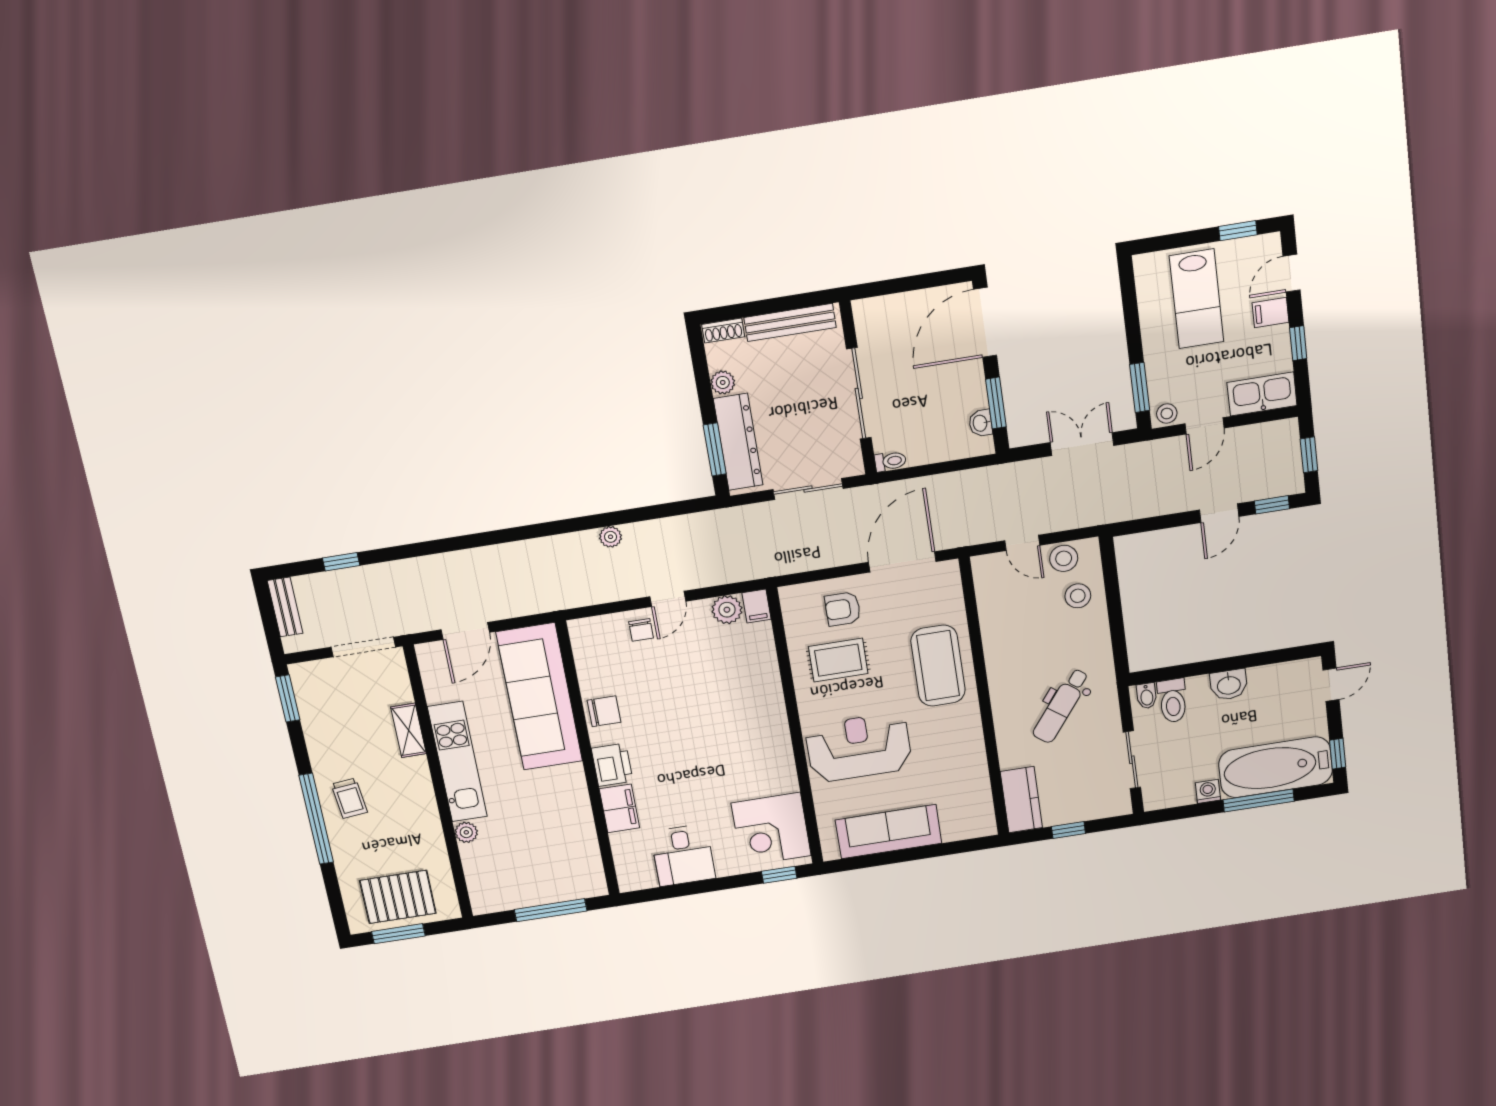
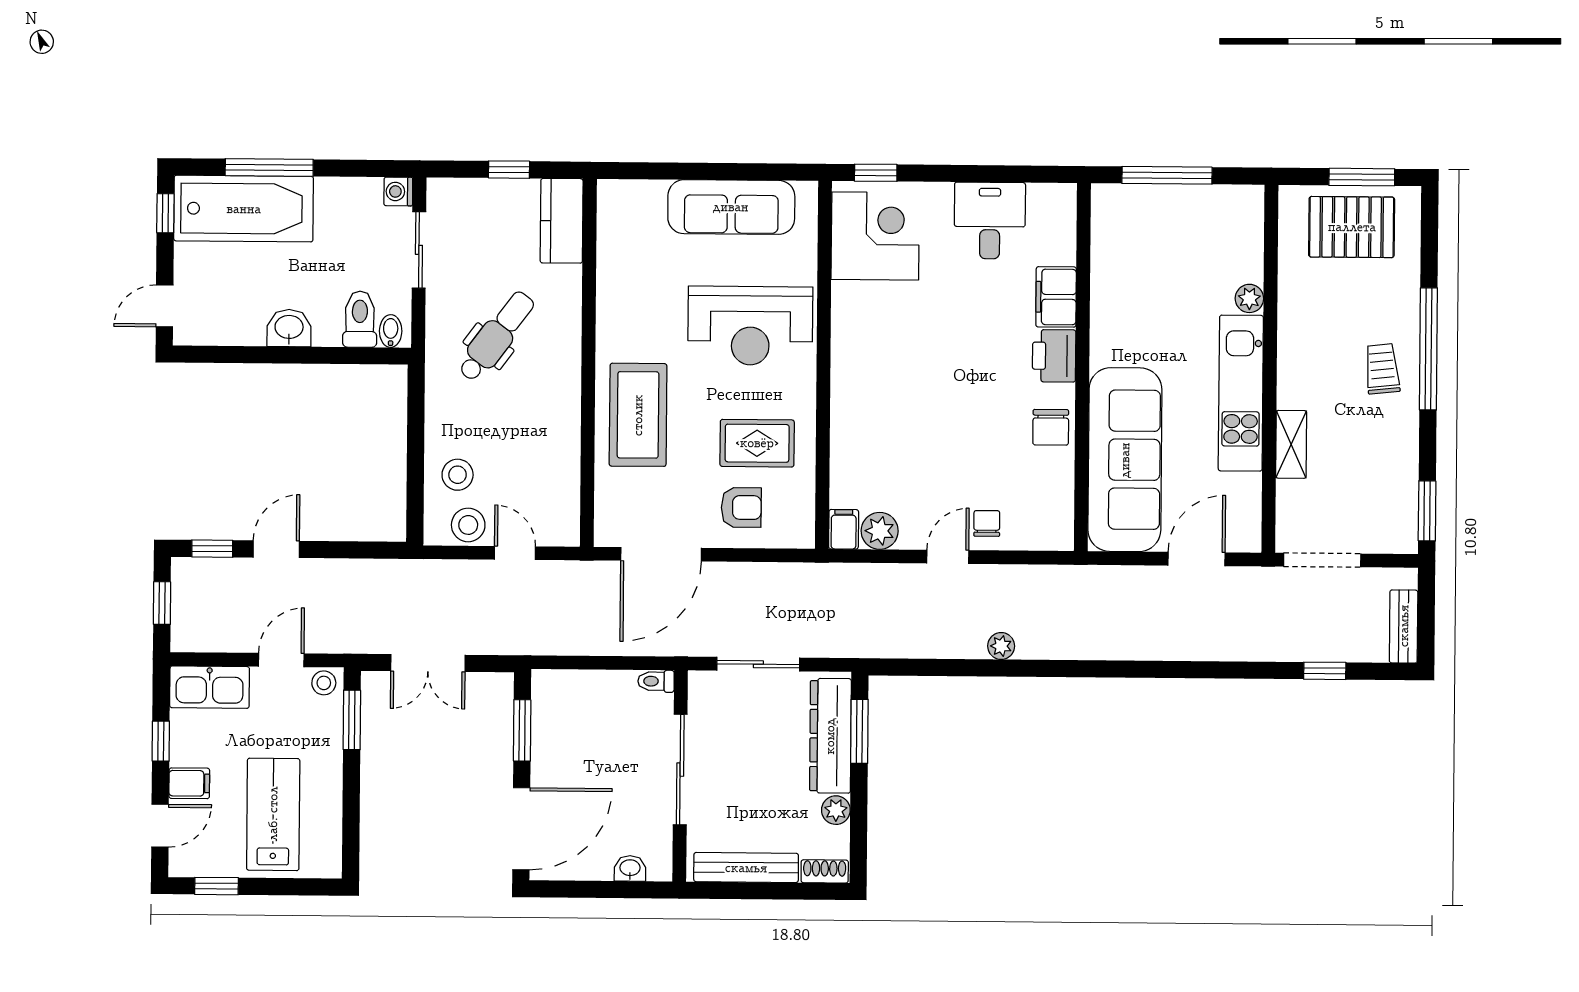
washbasin: (981, 423) -> (630, 868), moved, turned -90
chair: (604, 711) -> (1051, 427), turned -90
washing machine: (1208, 791) -> (398, 191), moved, turned 90

